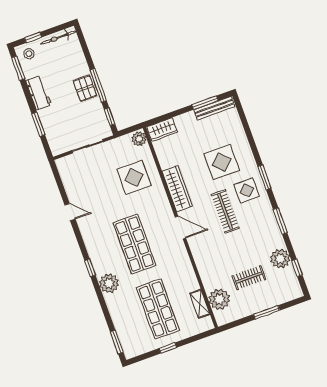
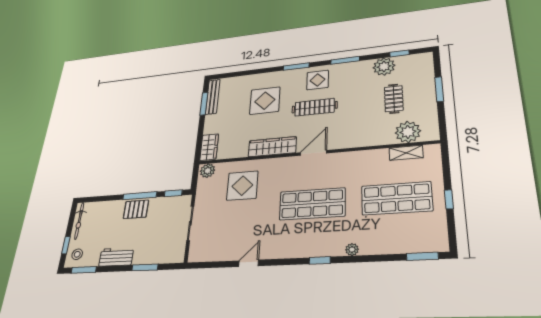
display table: (247, 190) -> (318, 80), moved
plant: (109, 283) -> (352, 250), width x0.53, depth x0.53

